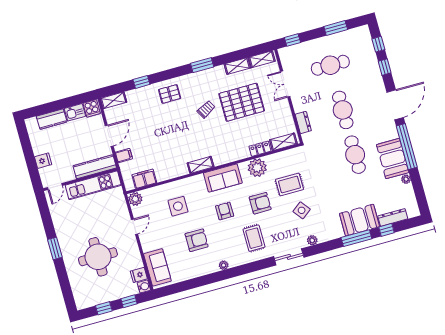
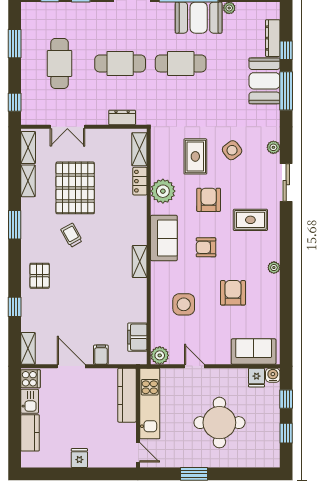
kitchen counter: (95, 167) -> (127, 395), moved
wall: (80, 179) -> (138, 418), moved
kitchen unit: (93, 185) -> (150, 404), moved
door: (55, 186) -> (138, 452), moved

